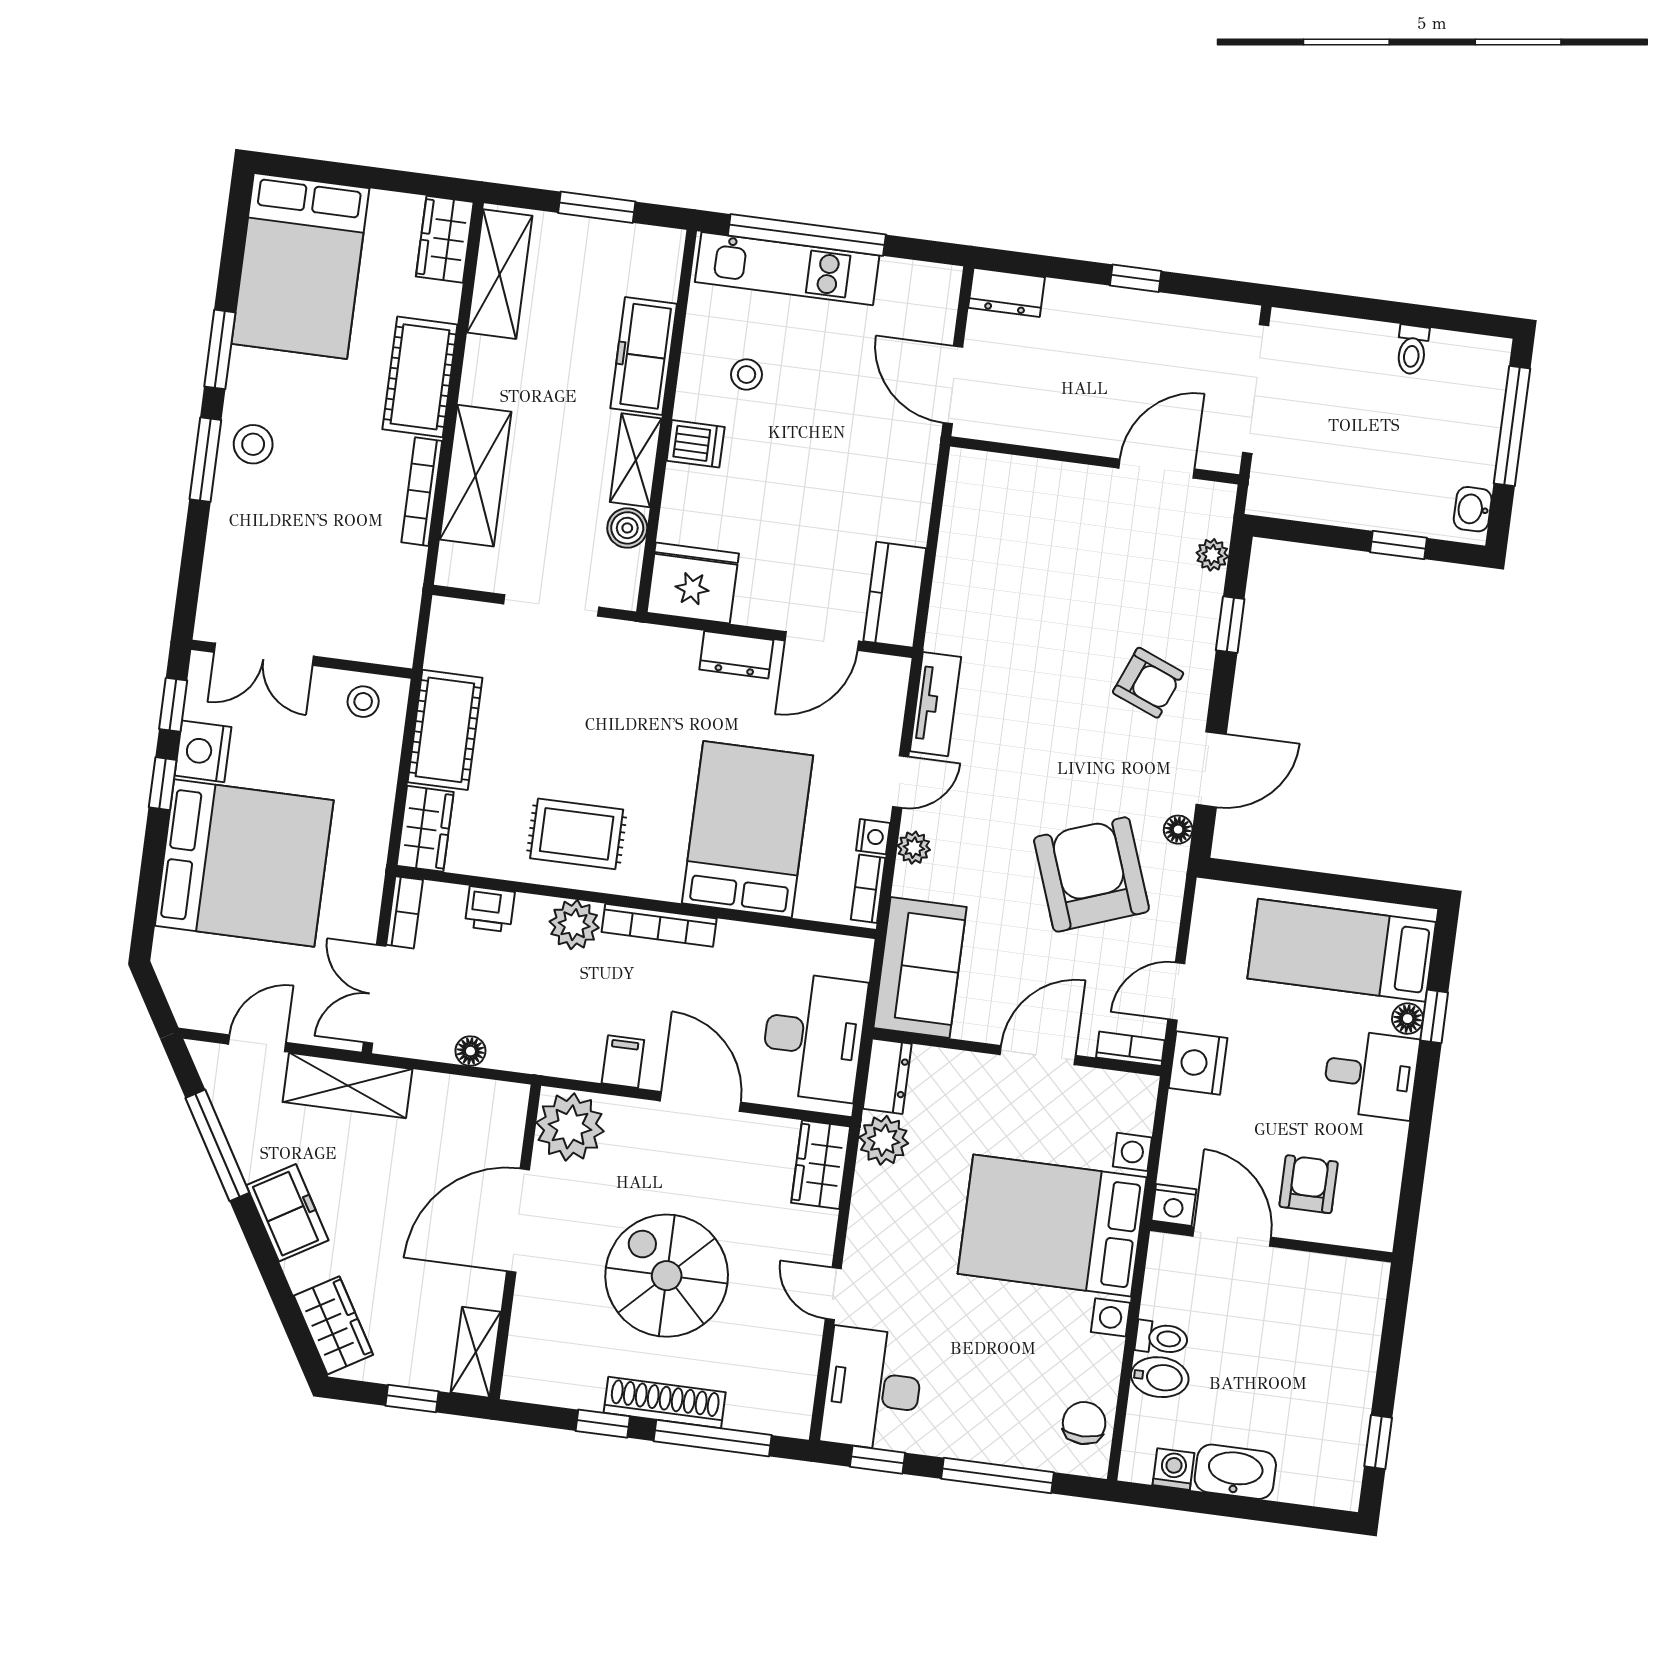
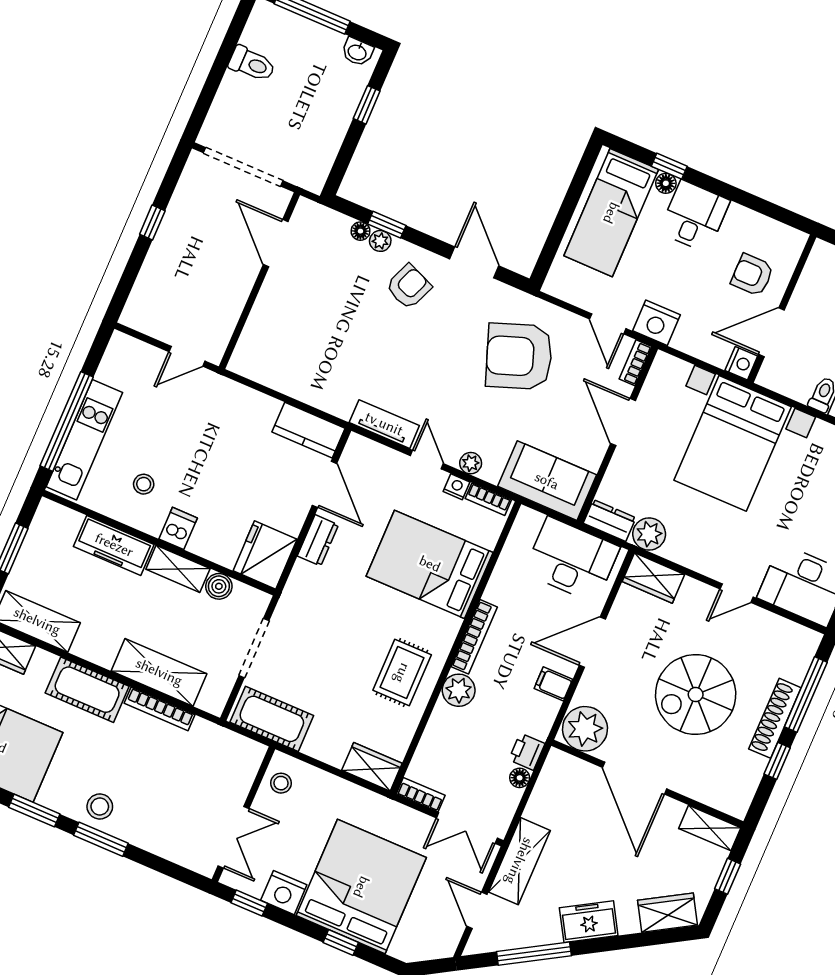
dresser: (1007, 292) -> (138, 306), removed
toilet: (1412, 350) -> (252, 64), width x1.37, depth x1.39
door: (953, 385) -> (187, 356), width x0.73
plant: (1212, 555) -> (380, 241), moved
cot: (445, 730) -> (272, 719), moved
window: (163, 784) -> (341, 942), moved
floor lamp: (1178, 830) -> (360, 231), moved
printer: (490, 909) -> (527, 752), moved, turned 180

